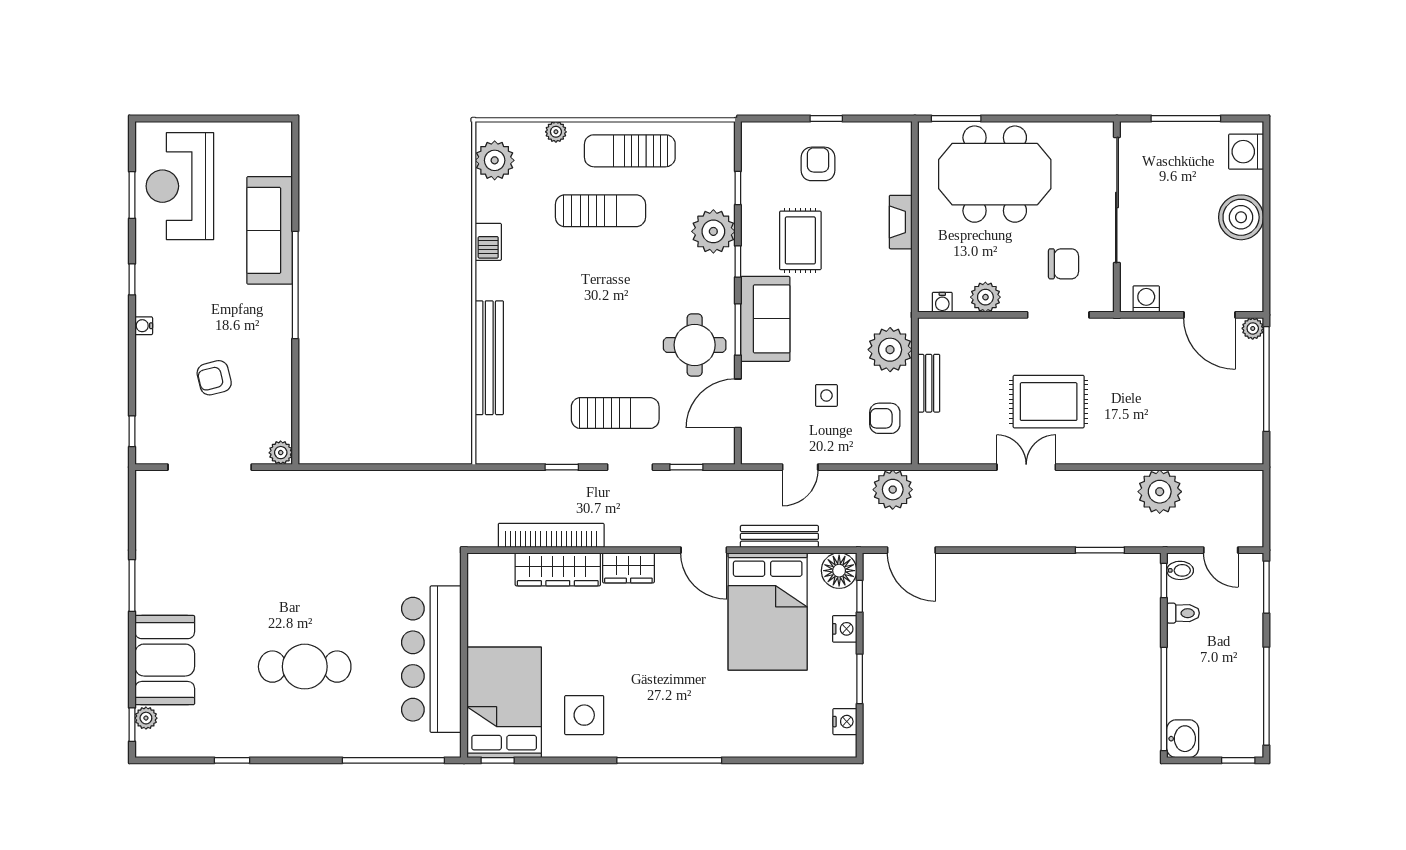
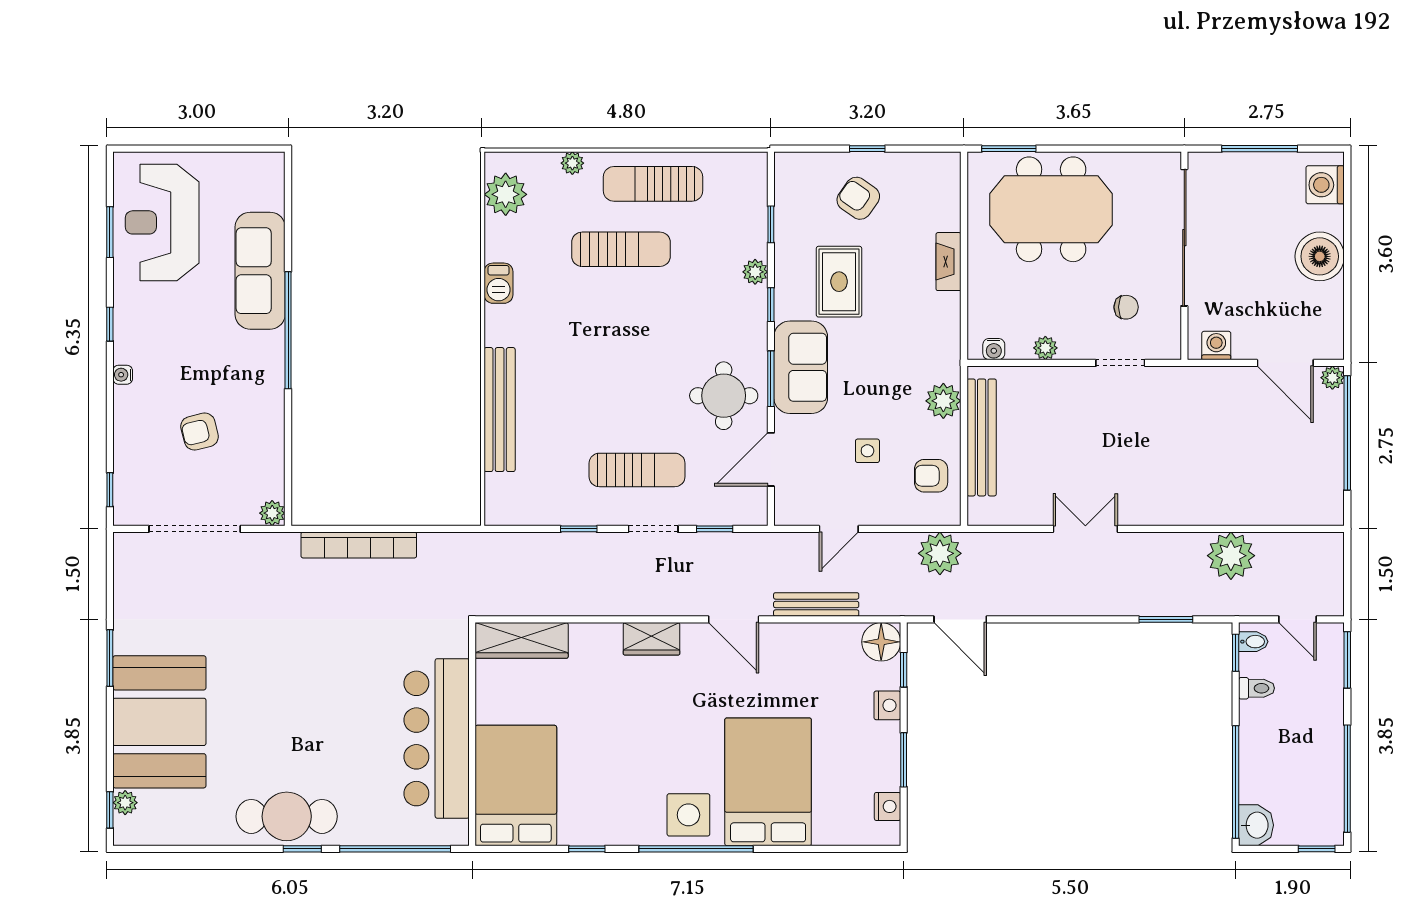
armchair: (818, 164) -> (858, 198), turned -55
plant: (713, 231) -> (755, 272), width x0.53, depth x0.53
chair: (1064, 264) -> (1126, 307), width x0.73, depth x0.73
plant: (985, 297) -> (1045, 348), width x0.73, depth x0.73
doorway: (1058, 315) -> (1120, 363), width x0.73
plant: (890, 350) -> (943, 401), width x0.73, depth x0.73
bench: (929, 383) -> (982, 437), width x1.86, depth x1.21
rug: (1049, 402) -> (1110, 457), removed
bookcase: (551, 535) -> (359, 545), moved, turned 180
wardrobe: (558, 569) -> (522, 640), moved
bed: (768, 612) -> (768, 782), moved, turned 180
booth: (165, 660) -> (159, 722), width x1.36, depth x1.42
cafe table: (305, 667) -> (287, 816), moved
side table: (584, 715) -> (688, 815), moved
window: (232, 760) -> (302, 849), moved
window: (498, 760) -> (587, 849), moved

